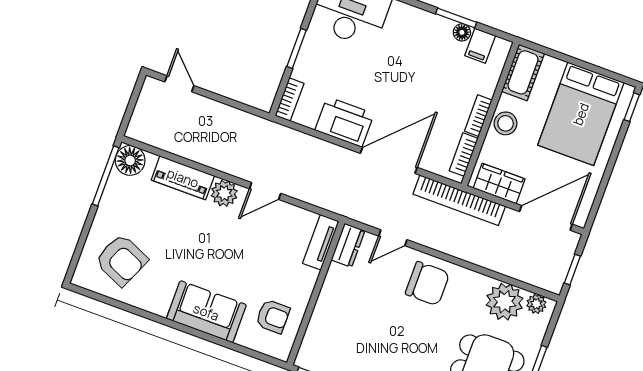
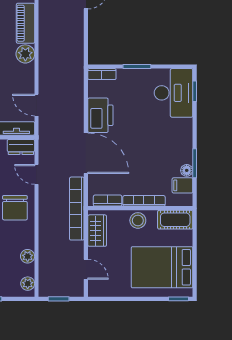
bookcase: (478, 116) -> (144, 201), width x1.56
door: (265, 191) -> (37, 105), moved
door: (546, 218) -> (86, 269), width x0.53
plant: (505, 302) -> (28, 256), width x0.53, depth x0.53

